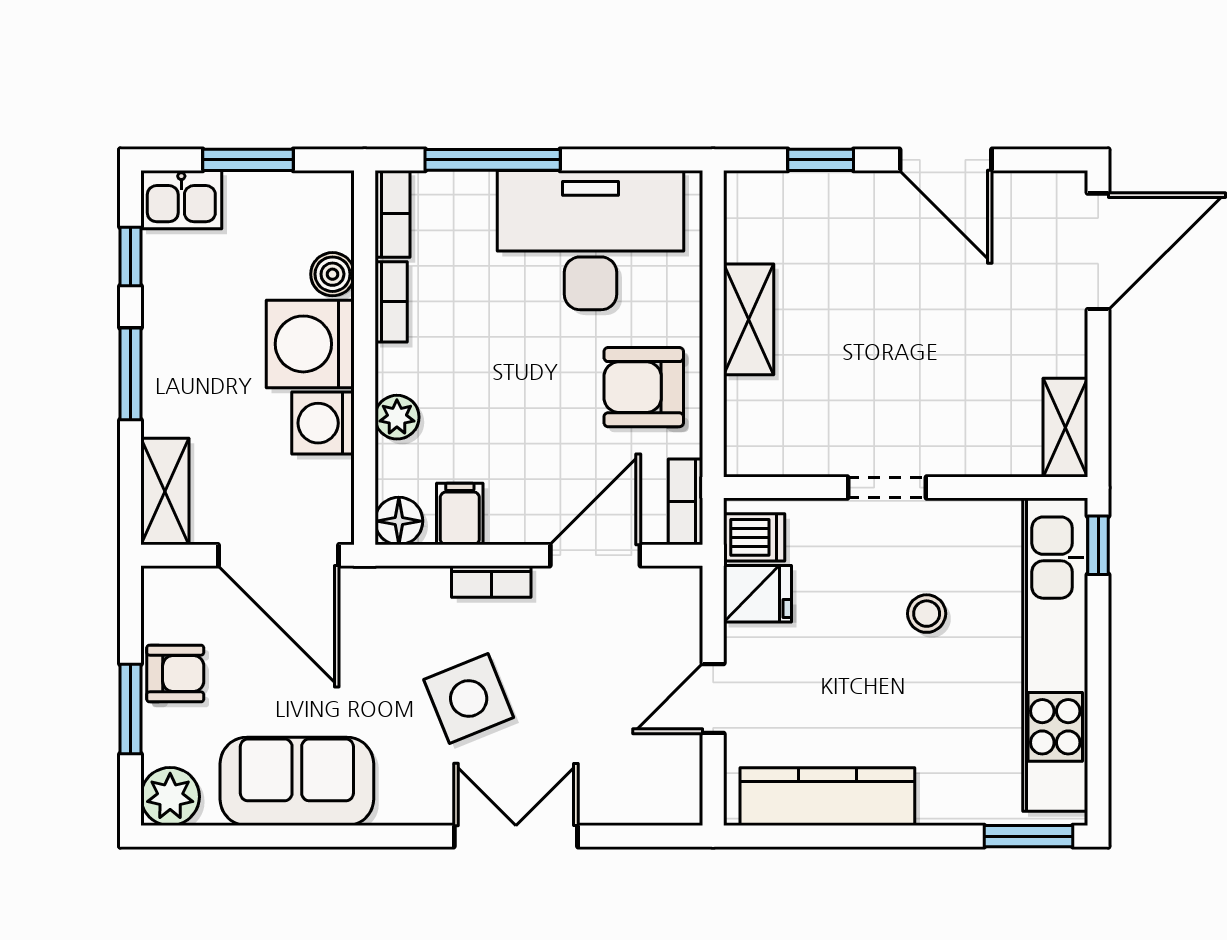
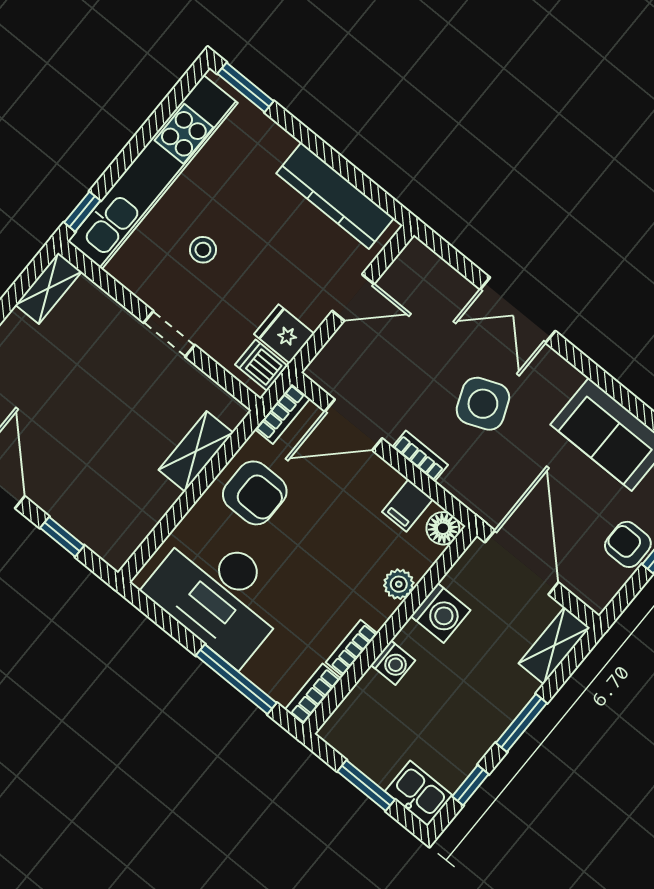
boiler: (332, 274) -> (371, 688), removed
shelving: (749, 319) -> (196, 451), moved
washing machine: (310, 344) -> (393, 663), width x0.53, depth x0.53

